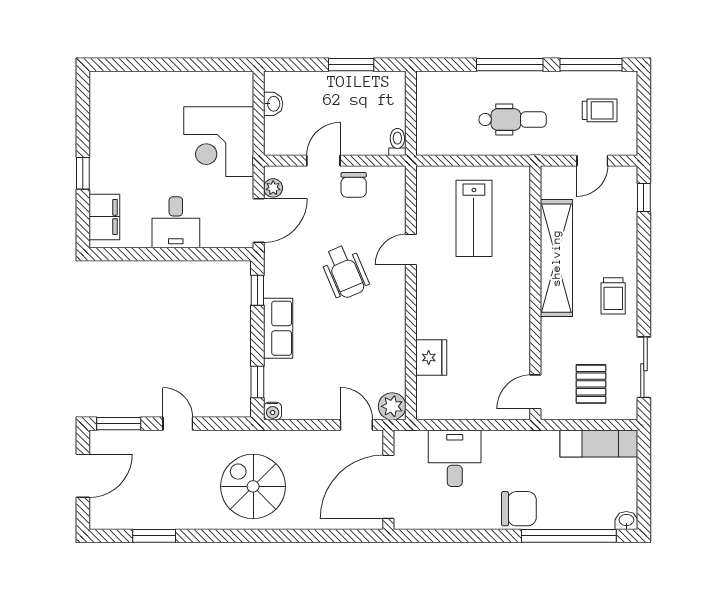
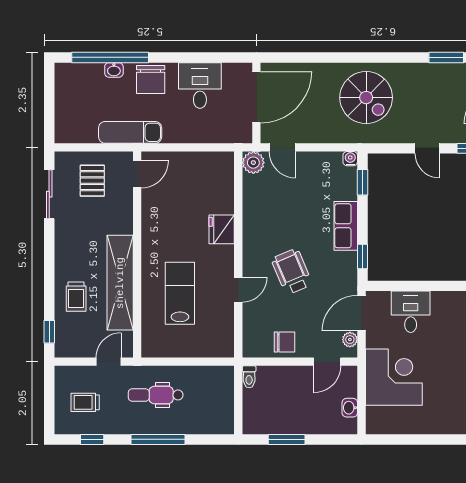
window: (591, 65) -> (92, 439), width x0.46
door: (323, 161) -> (327, 362), moved
door: (592, 161) -> (109, 362), moved
chair: (354, 185) -> (285, 342), turned 90
lab bench: (474, 218) -> (180, 293), moved
desk: (176, 222) -> (411, 312), moved
trolley: (613, 296) -> (76, 297), moved, turned 180
fridge: (431, 358) -> (222, 229), moved
exam couch: (599, 444) -> (130, 132), moved
desk: (455, 458) -> (200, 85), moved, turned 180
chair: (519, 509) -> (151, 80), turned -90
washbasin: (626, 521) -> (114, 70), moved

